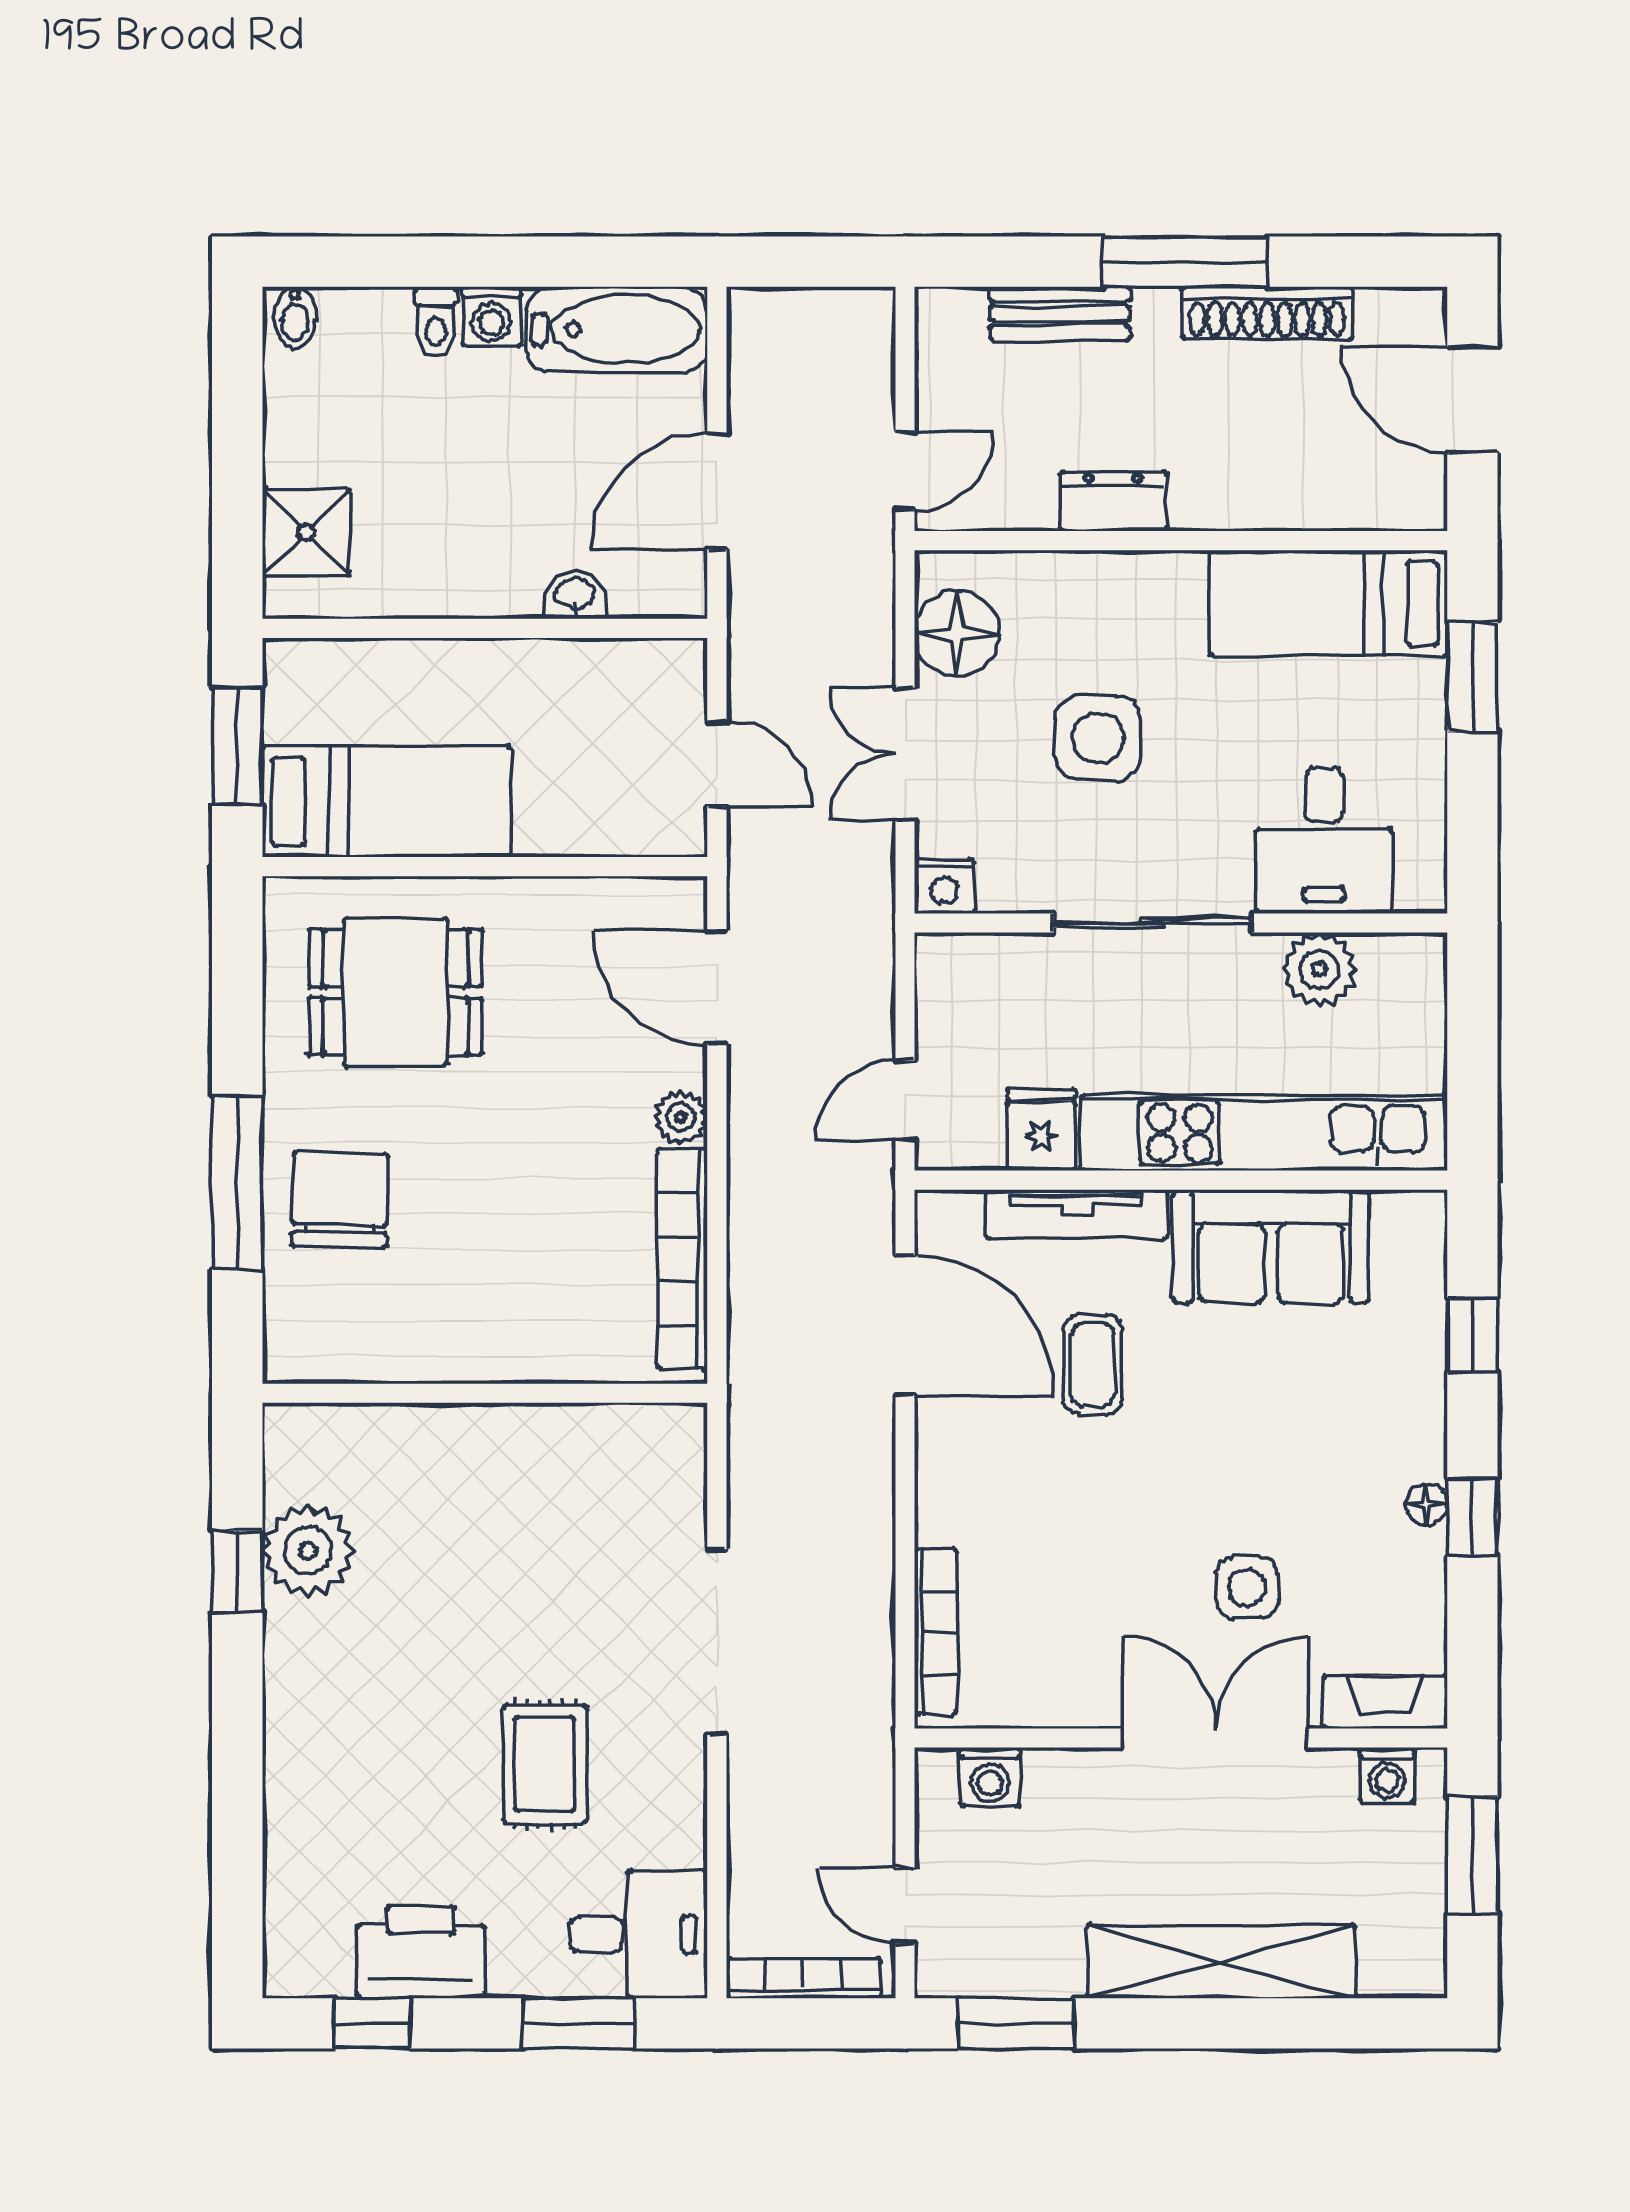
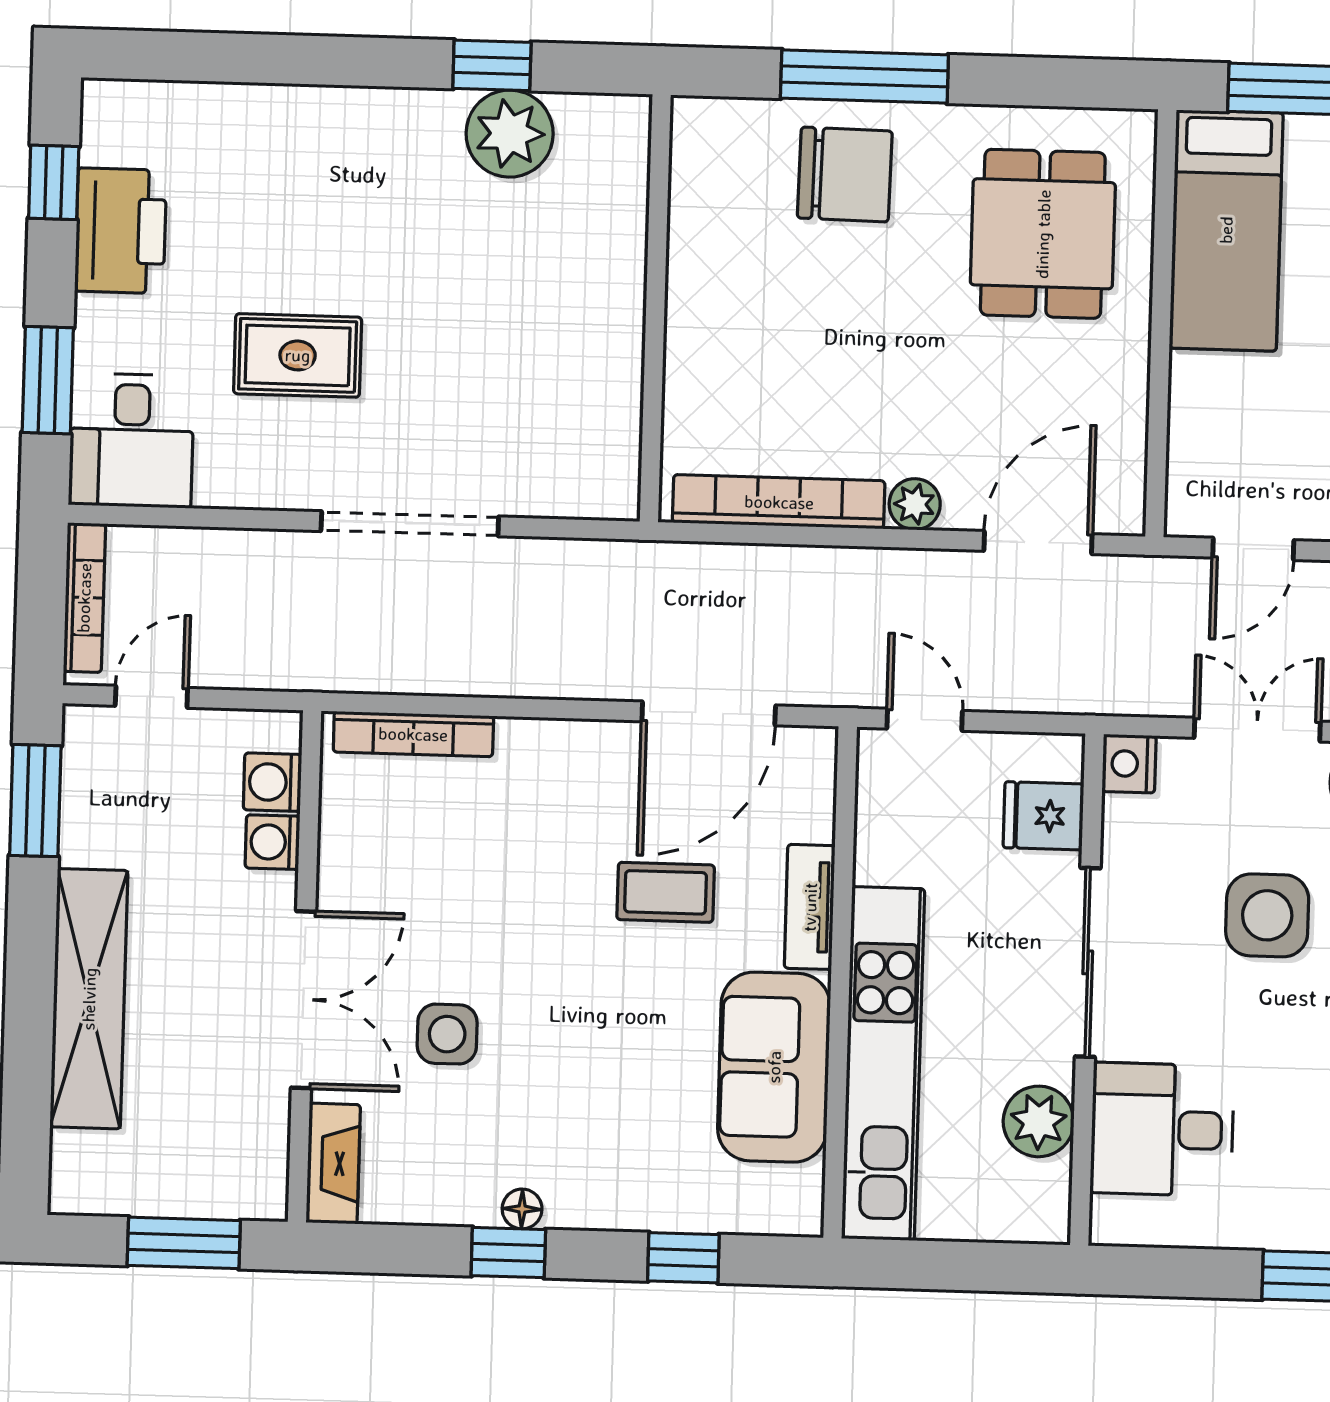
fridge: (1041, 1130) -> (1044, 816), moved, turned 180
tv unit: (1077, 1214) -> (810, 907), width x0.71
washing machine: (1387, 1775) -> (272, 842), moved

